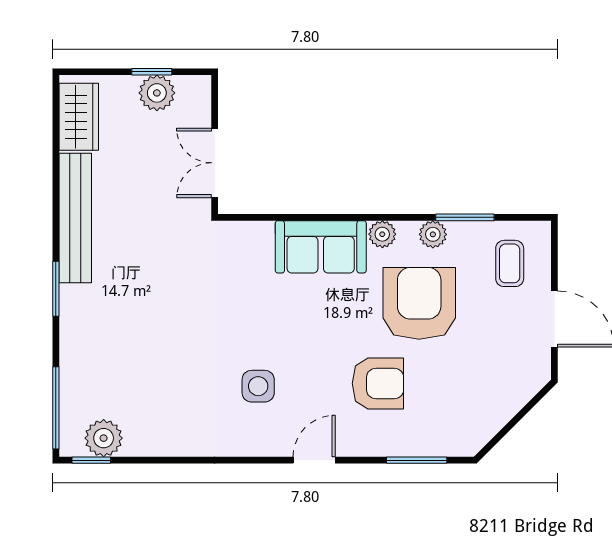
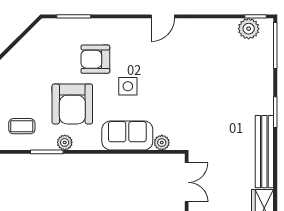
plant: (382, 234) -> (162, 143), moved
coffee table: (510, 263) -> (22, 126), turned 90
side table: (258, 386) -> (128, 86), moved
door: (314, 460) -> (163, 16), moved

